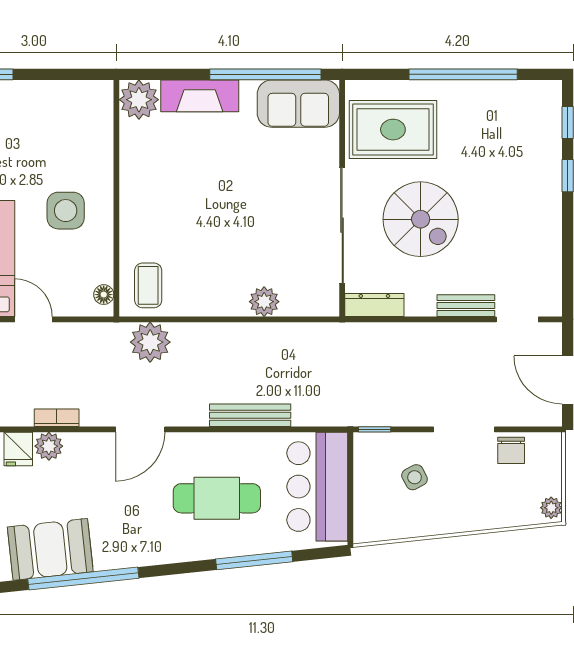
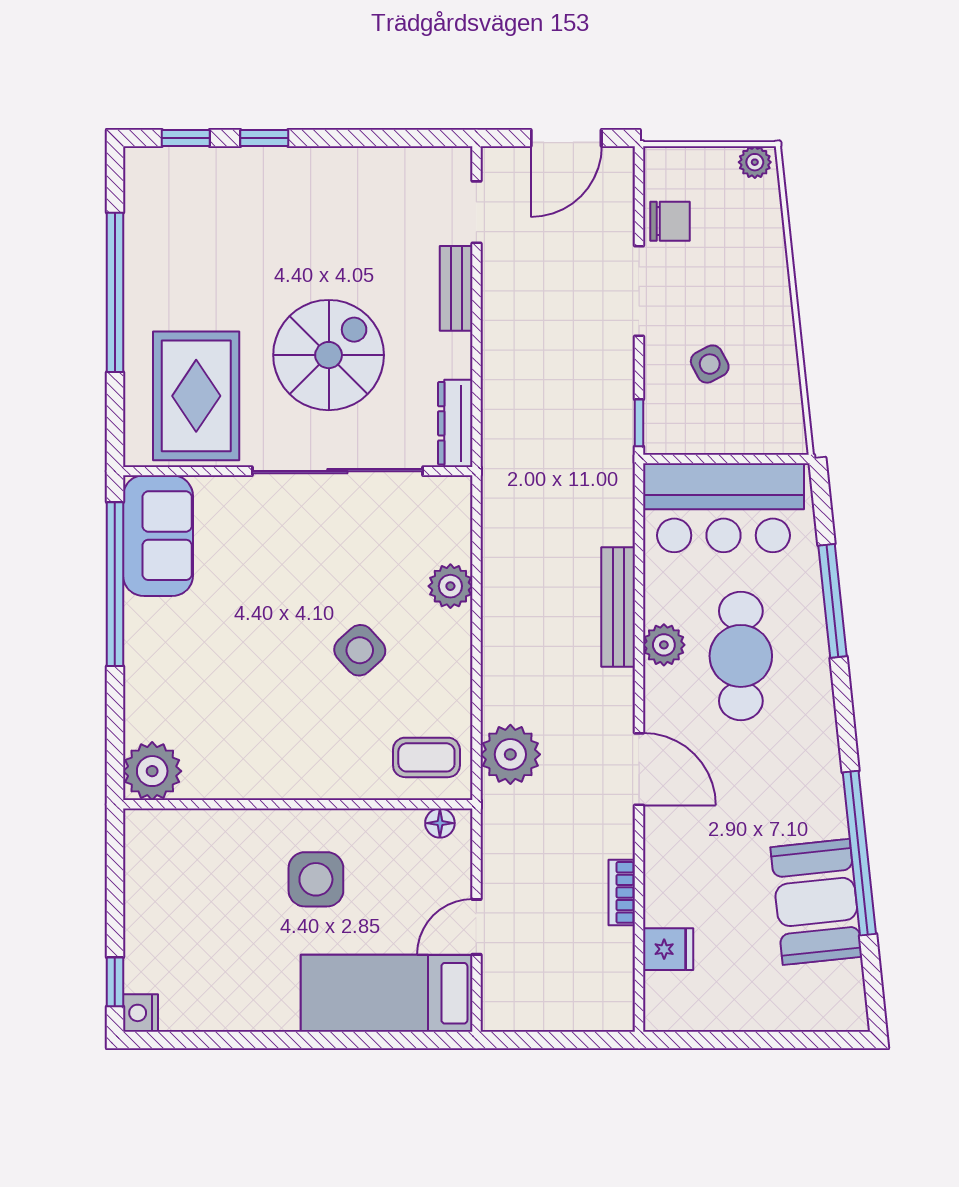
fireplace: (200, 96) -> (147, 681), removed
side table: (221, 240) -> (360, 650), added
plant: (49, 446) -> (664, 645), moved

